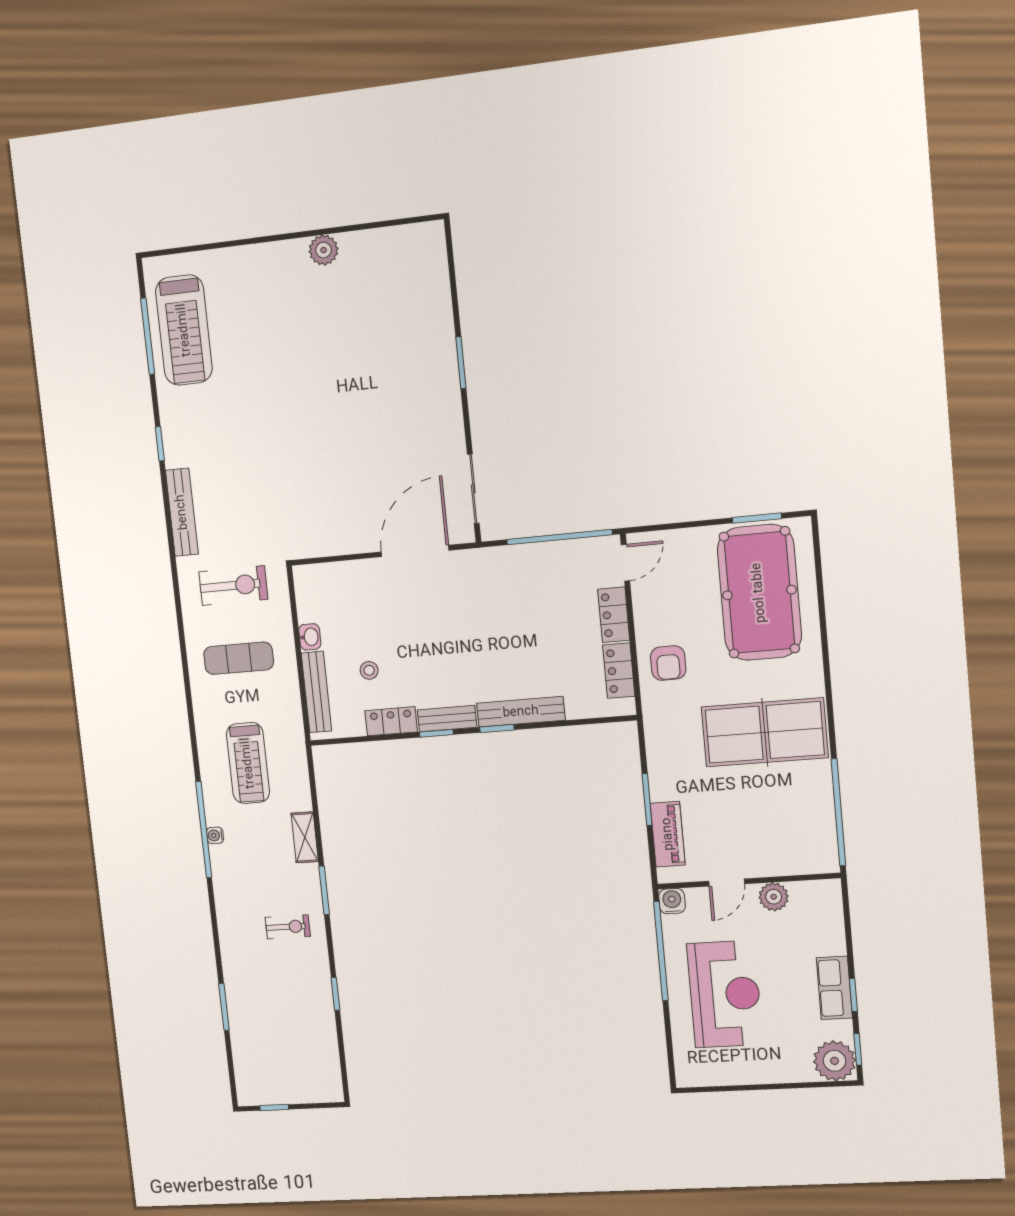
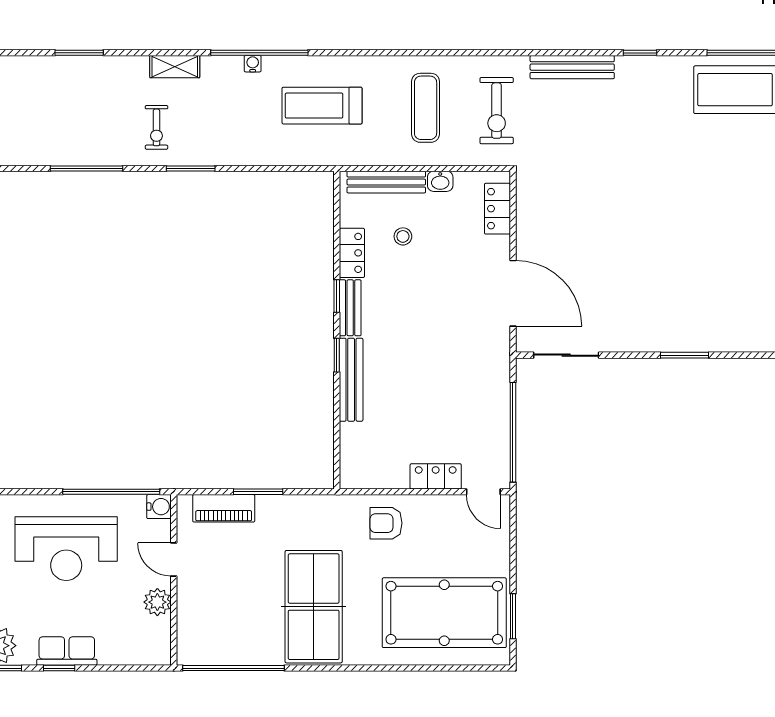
locker: (619, 671) -> (497, 209), moved, turned -90
shelving: (305, 837) -> (175, 67), moved
window: (335, 994) -> (86, 168), width x2.17

